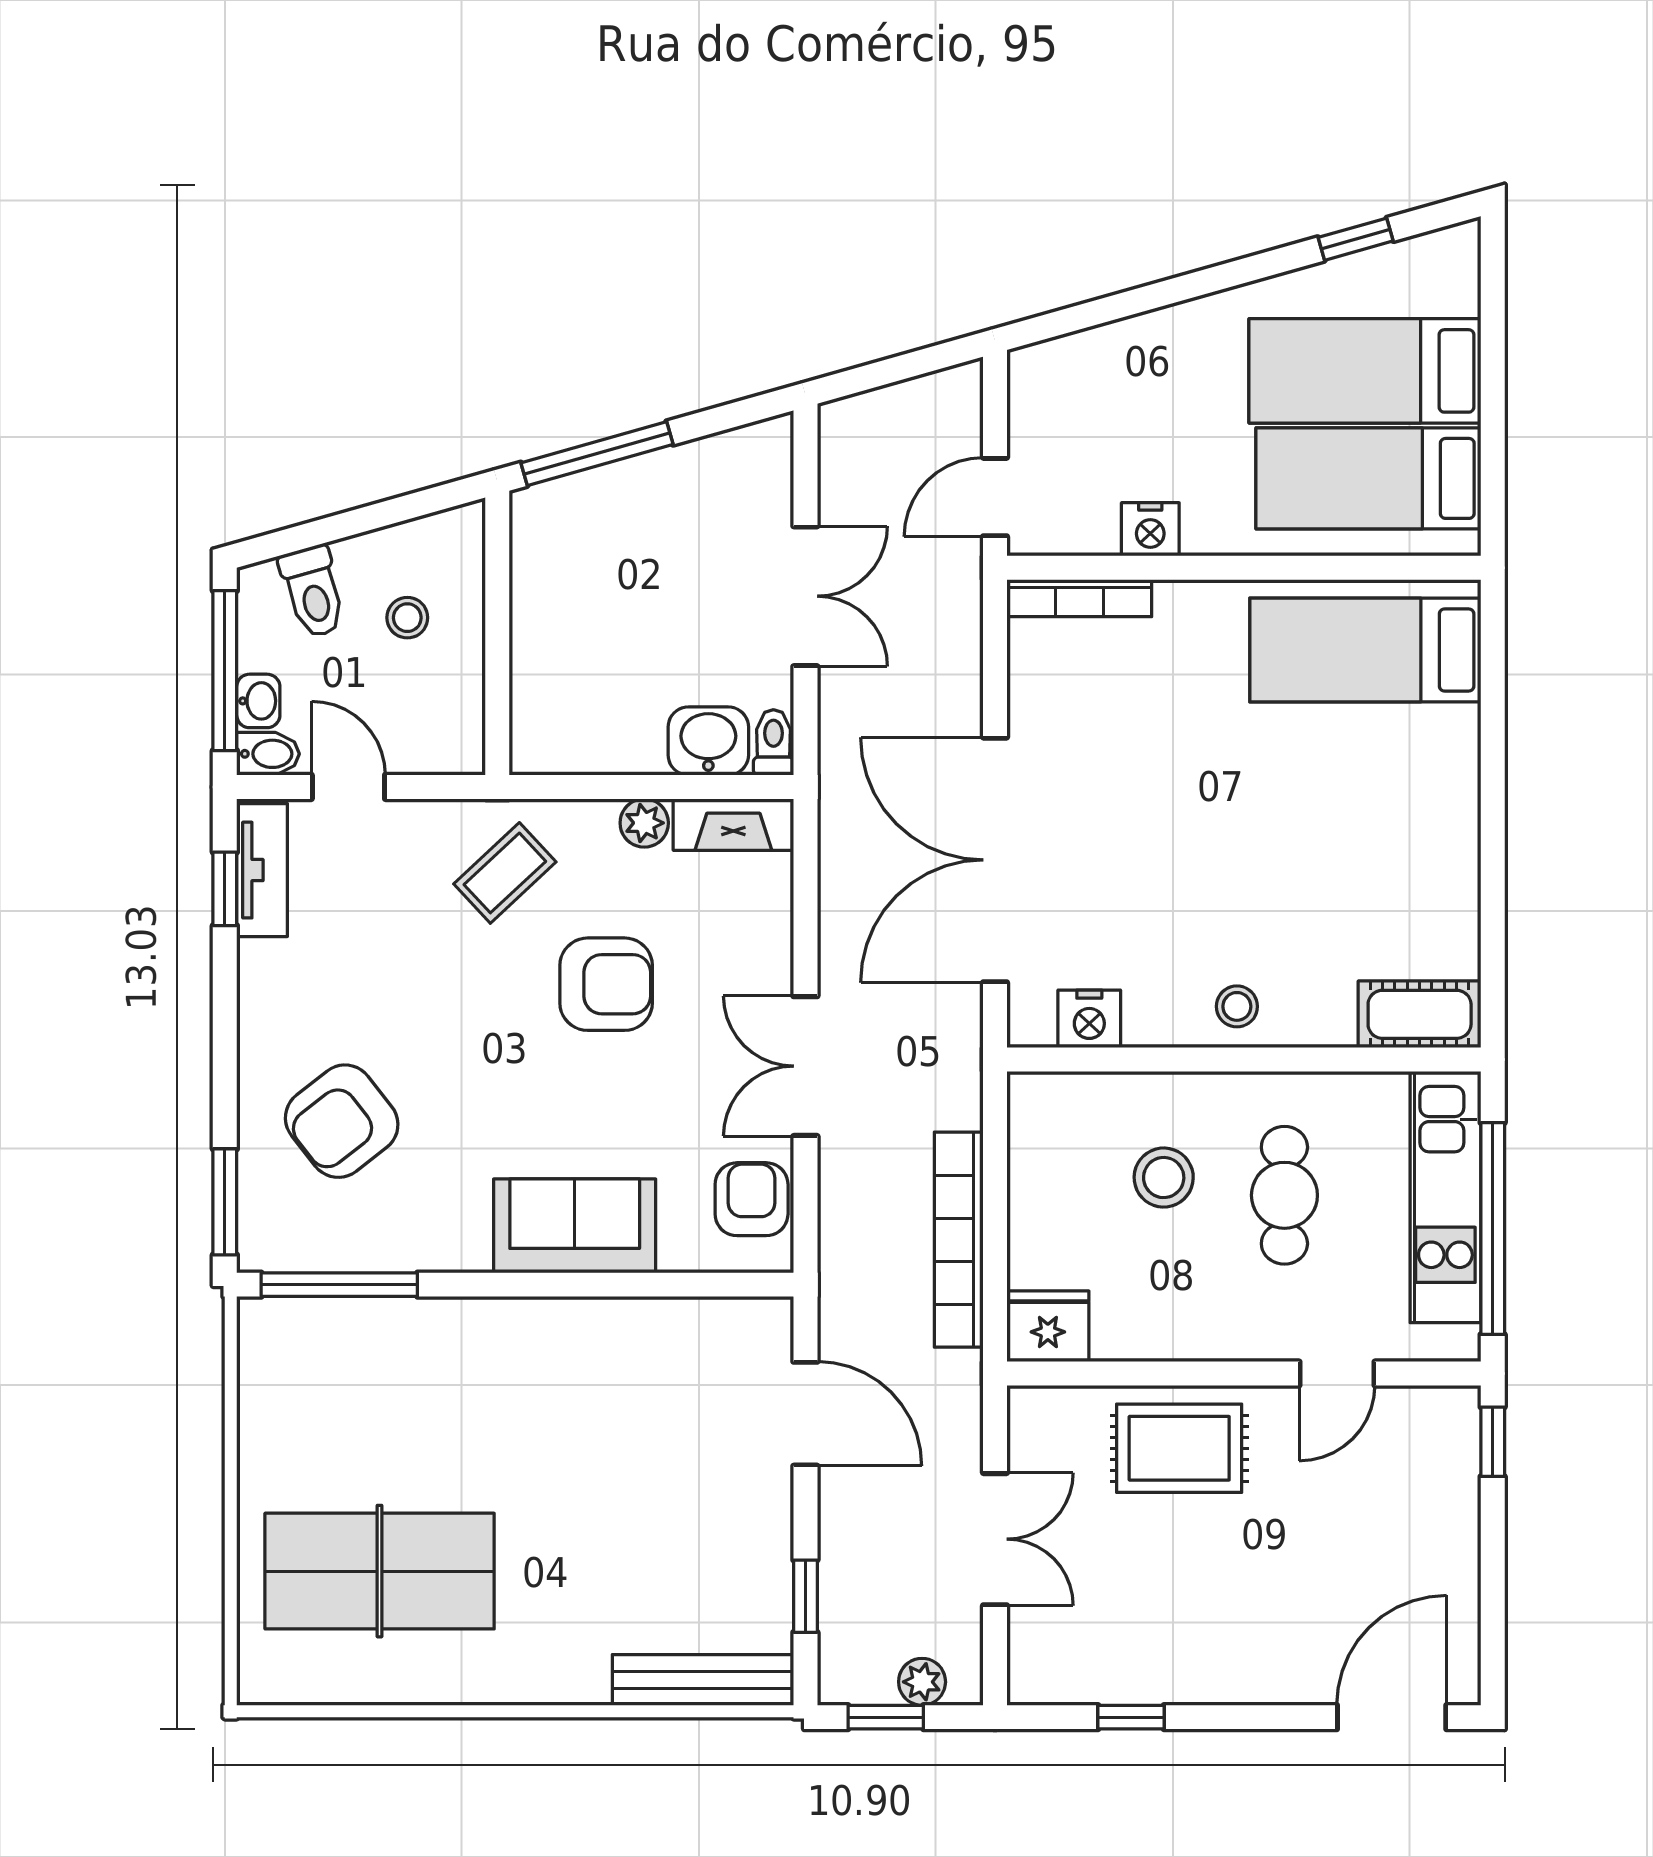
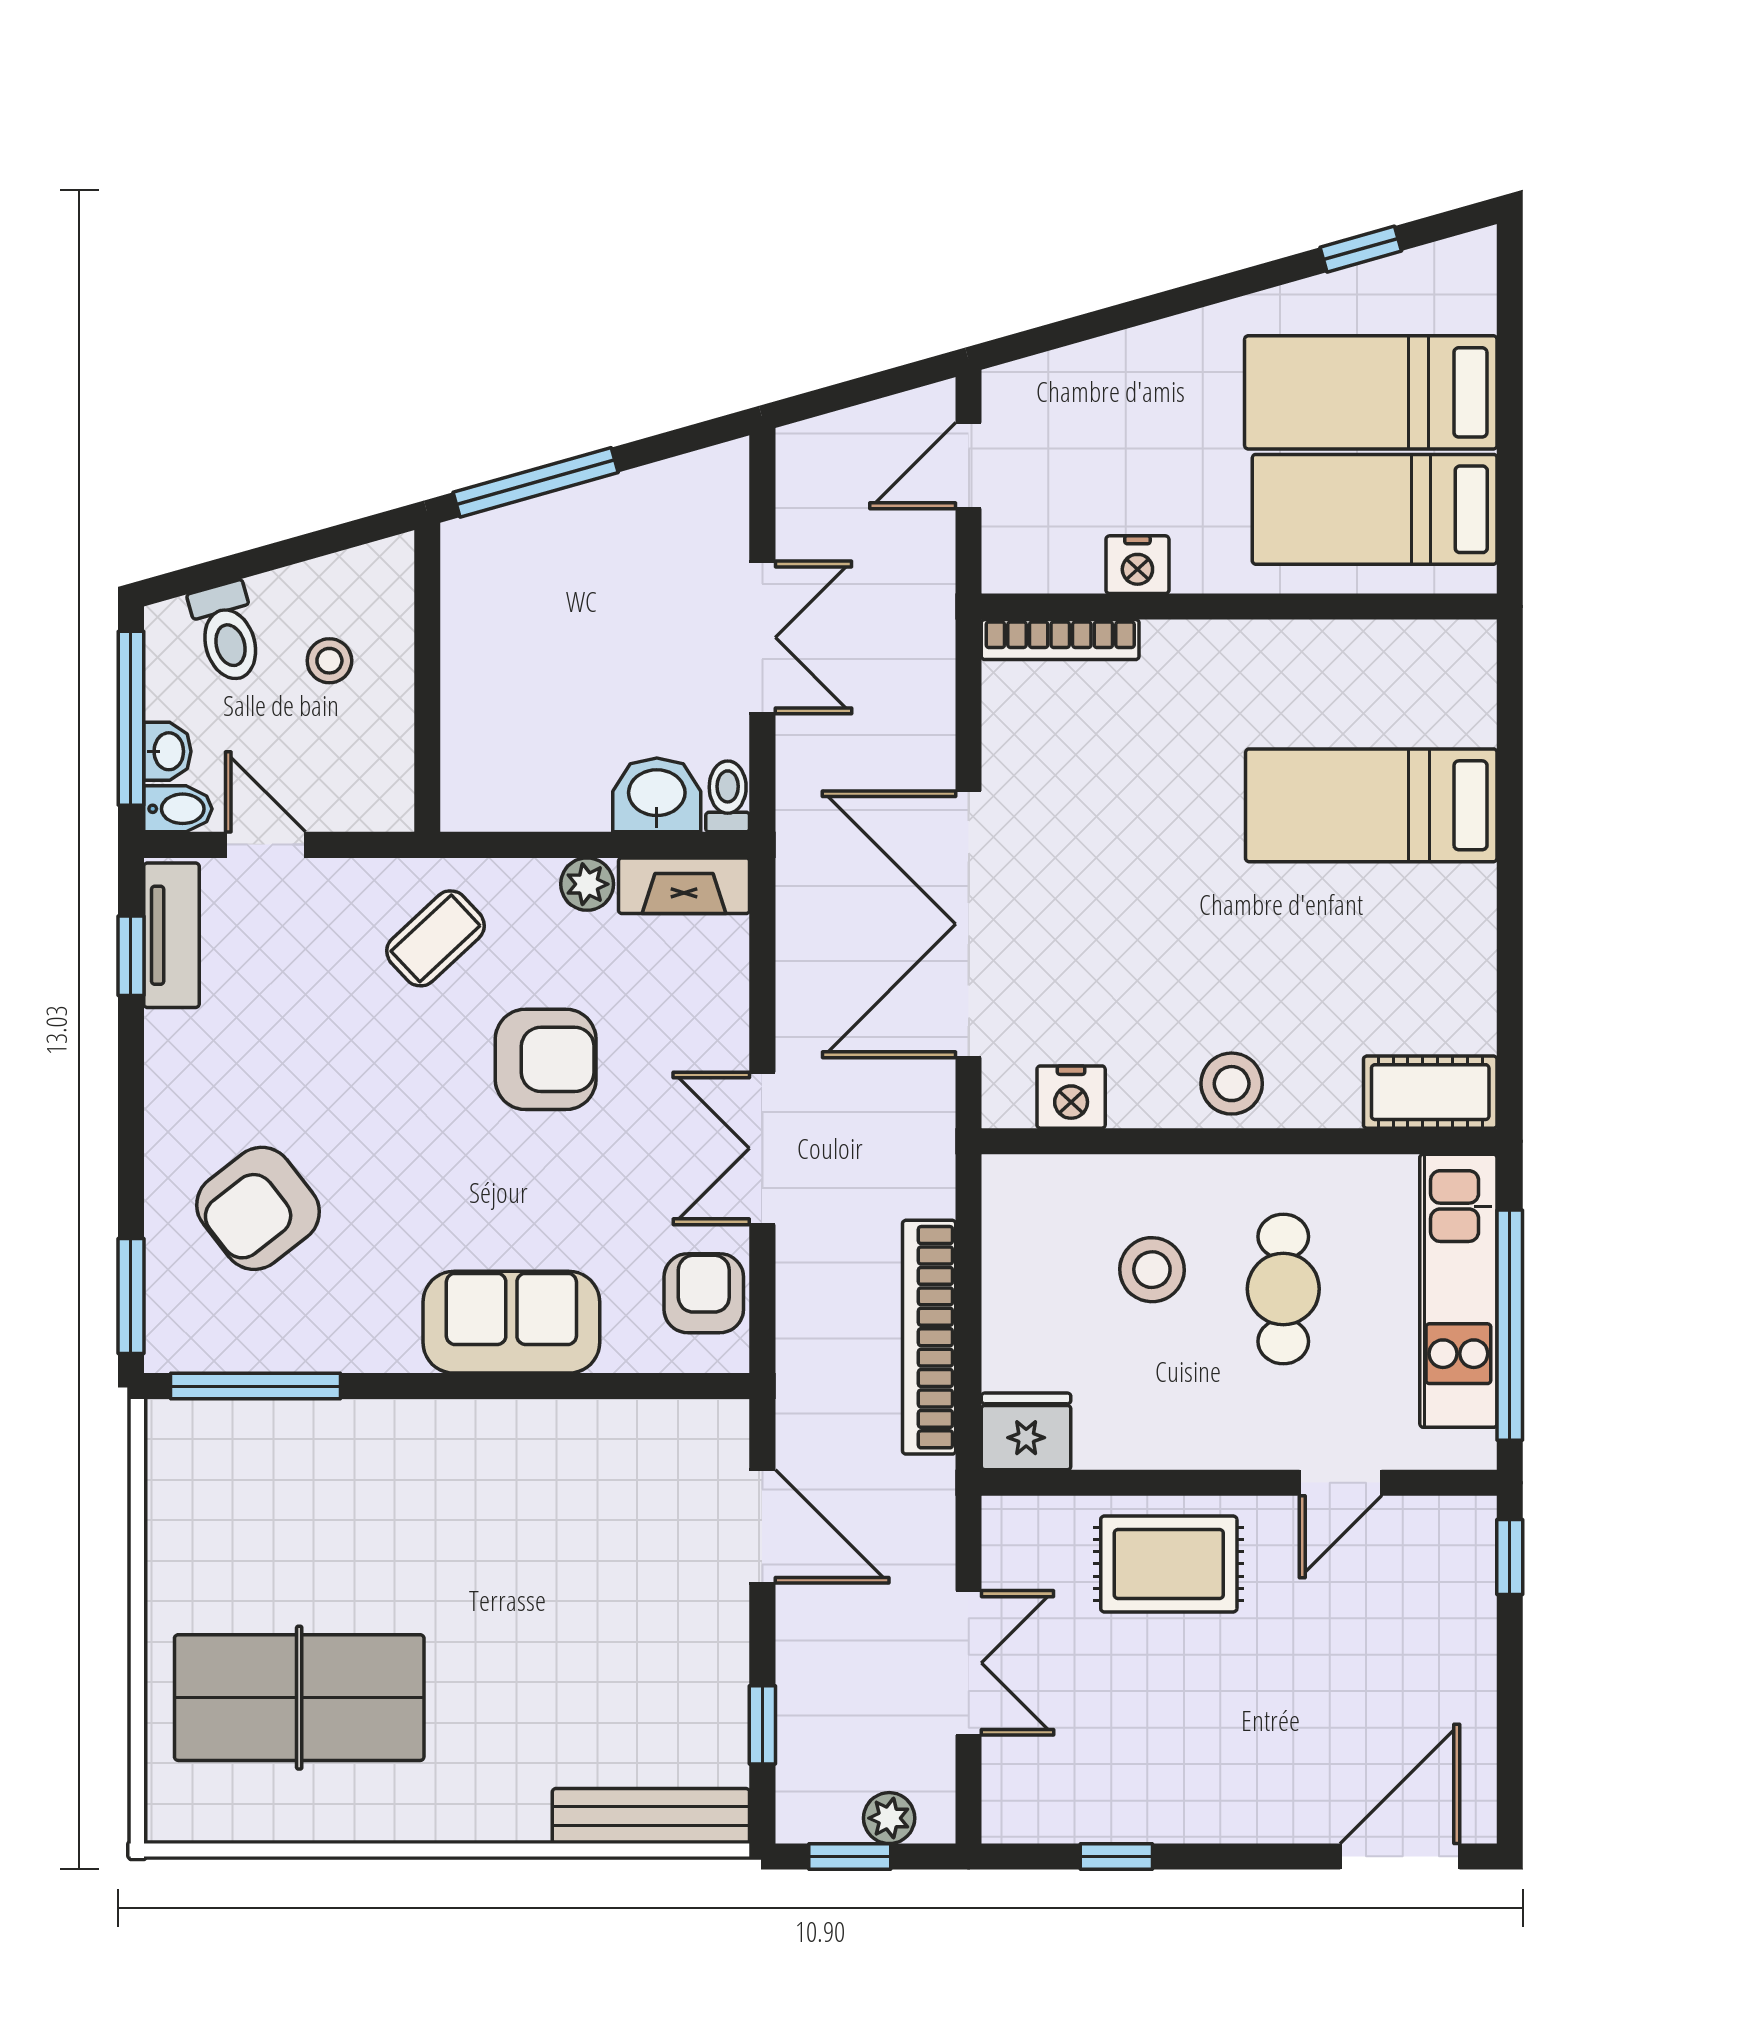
door: (995, 497) -> (969, 466), moved
bed: (1365, 650) -> (1371, 805), moved
stool: (1237, 1006) -> (1232, 1084), width x1.37, depth x1.37

